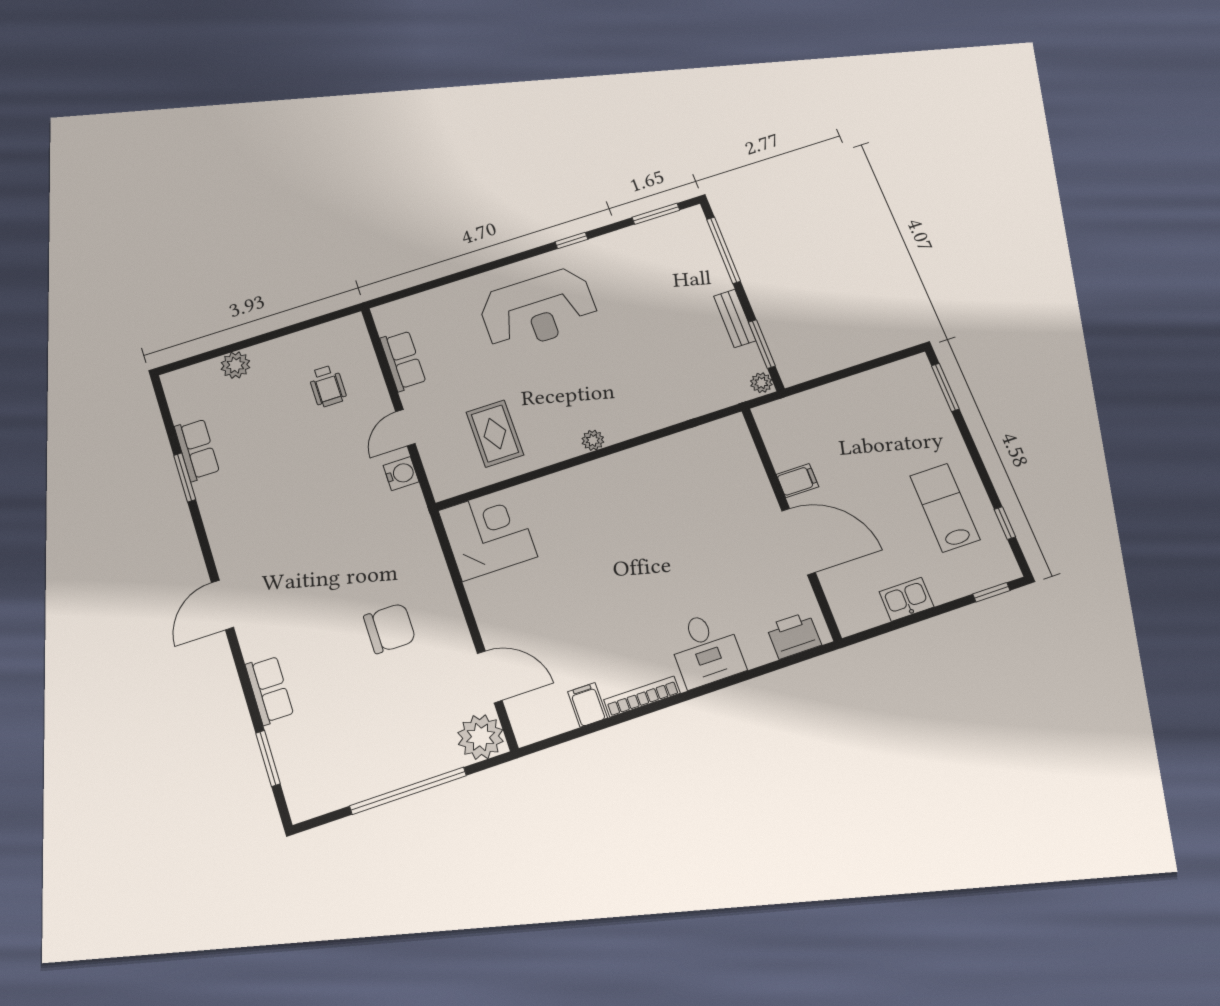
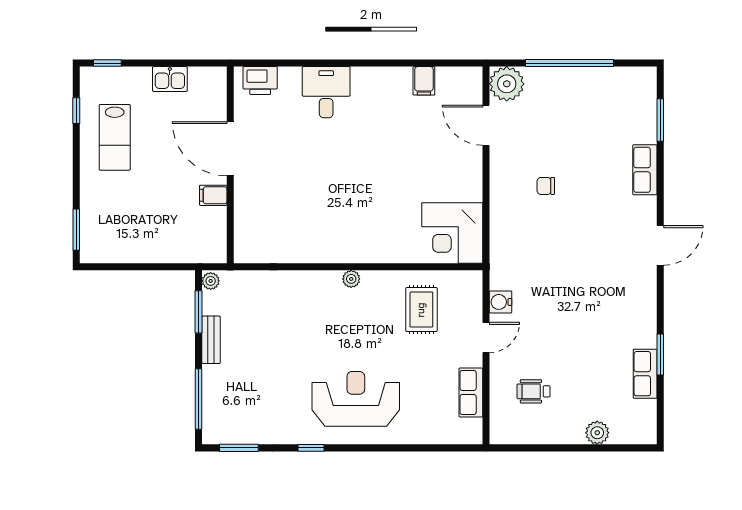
wheelchair: (327, 386) -> (534, 391), turned -90
chair: (390, 628) -> (546, 186), width x0.54, depth x0.54
bookcase: (642, 696) -> (384, 74), removed

